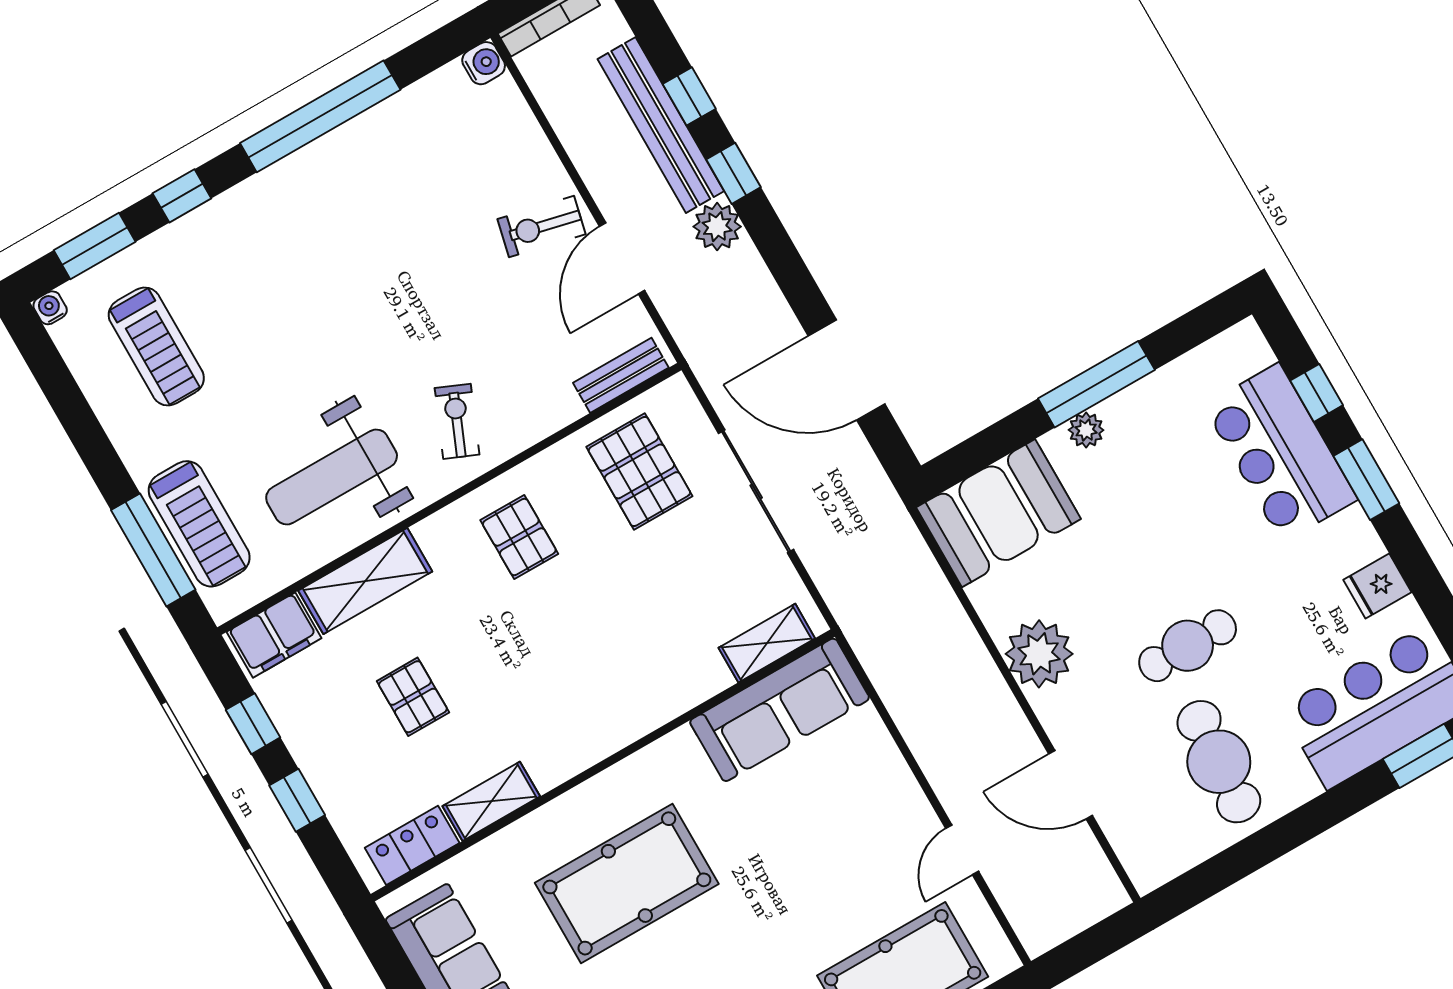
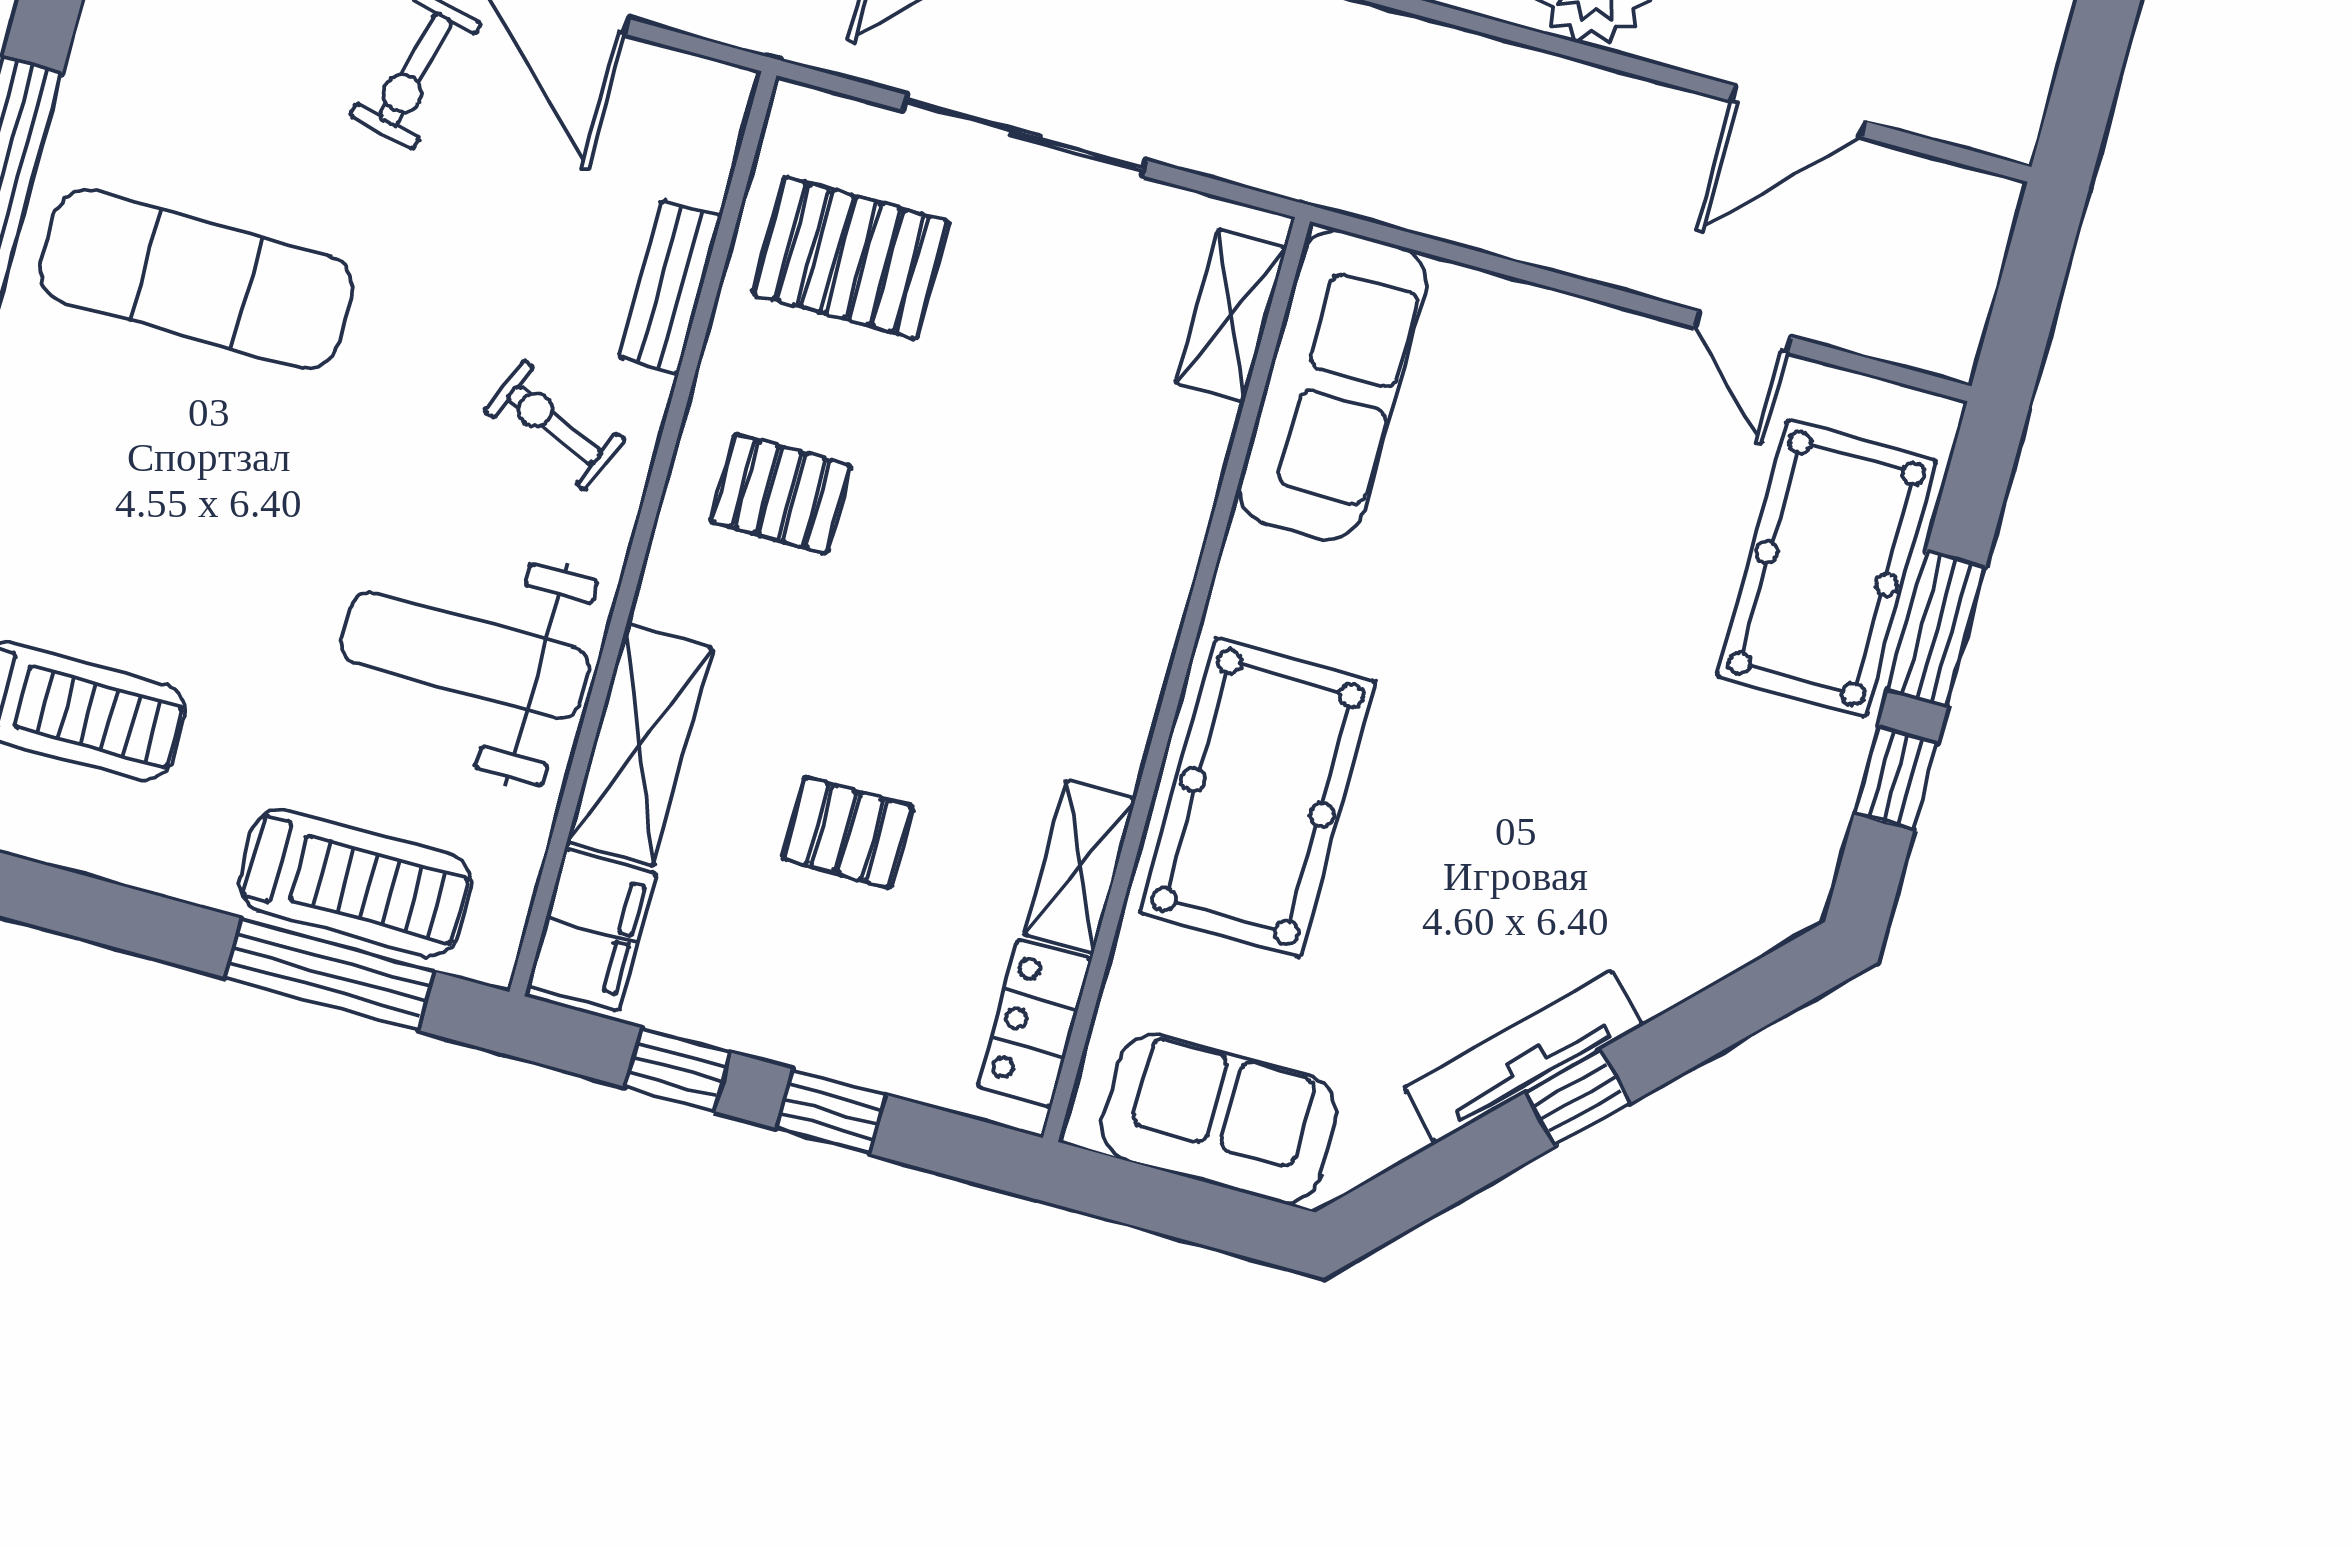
exercise mat: (373, 223) -> (196, 279), added
bench: (621, 375) -> (670, 287), moved
weight bench: (332, 477) -> (465, 655), turned 90
pool table: (627, 883) -> (1258, 797), moved

